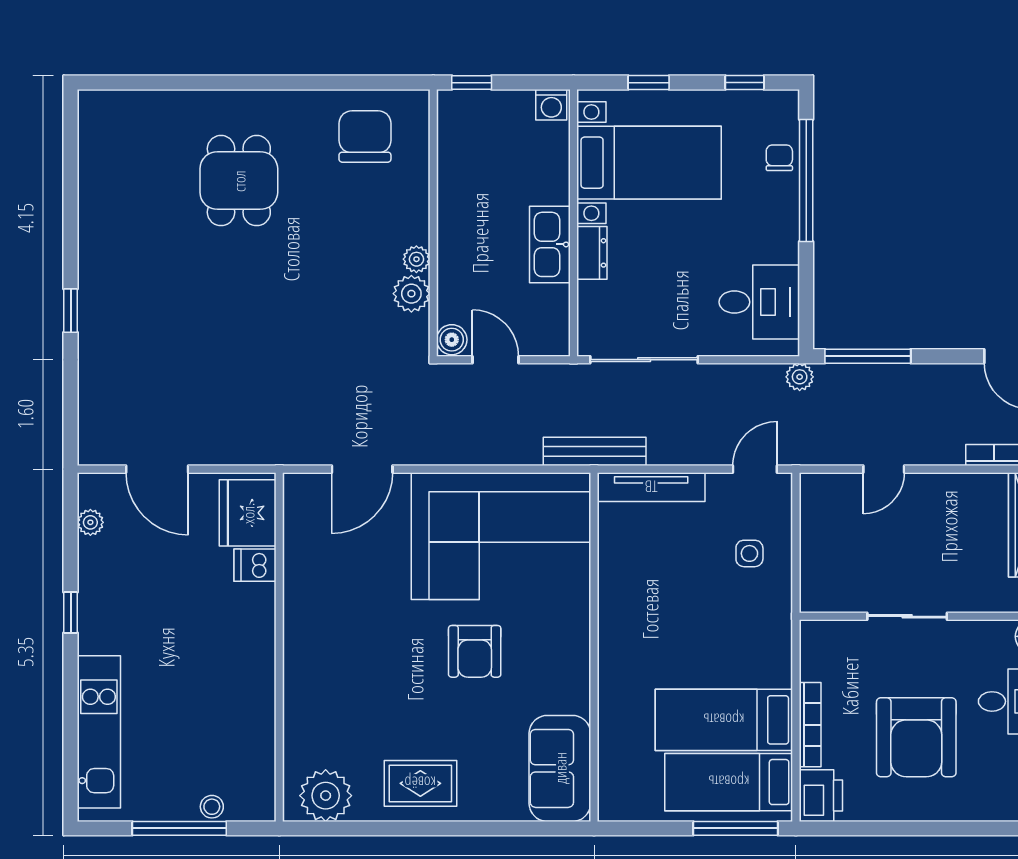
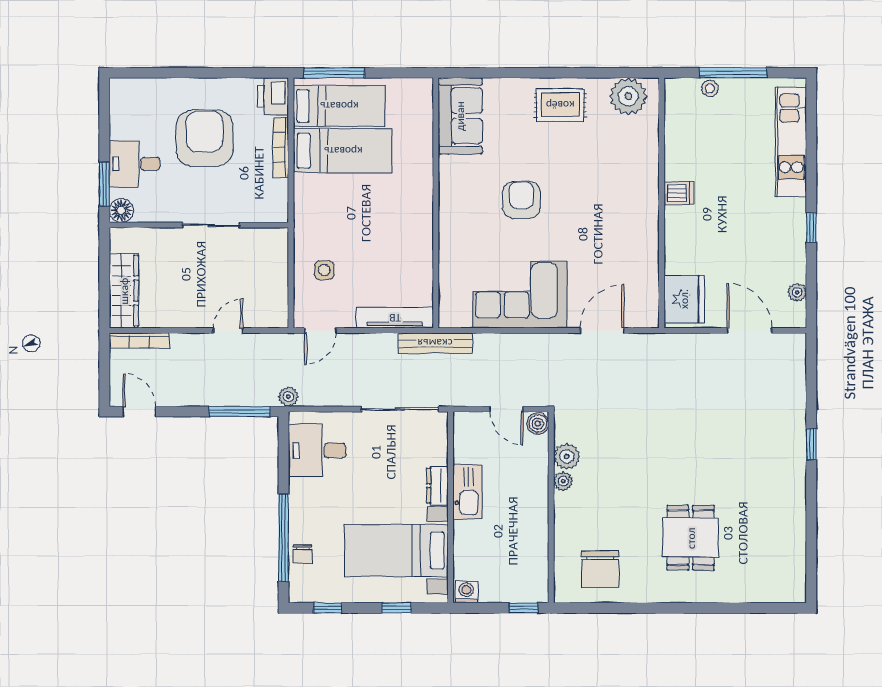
corner sofa: (500, 536) -> (520, 295), width x0.73, depth x0.74
dishwasher: (255, 565) -> (679, 193), moved

